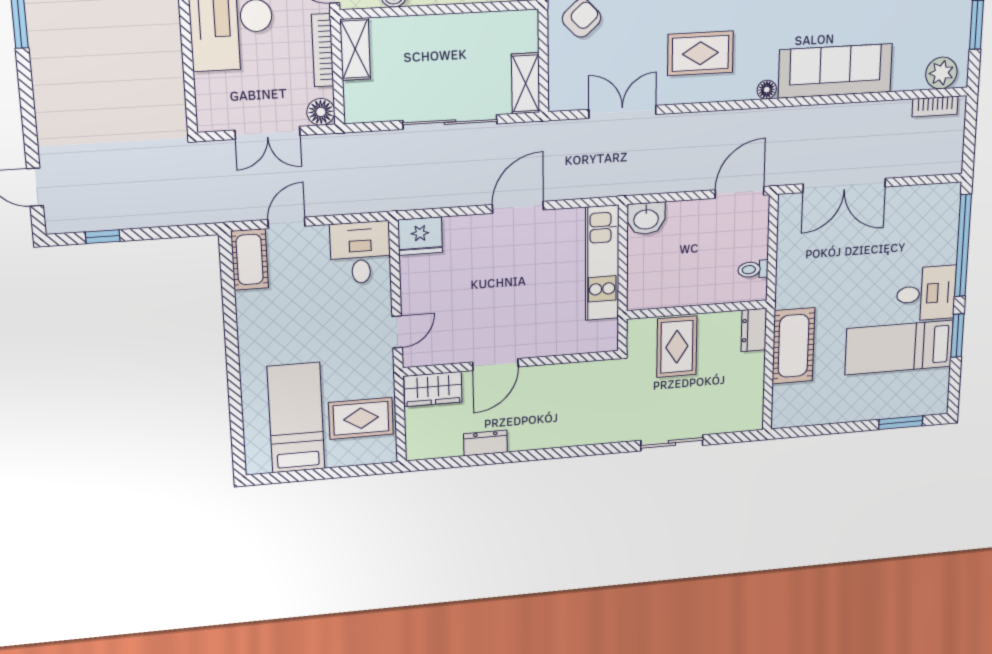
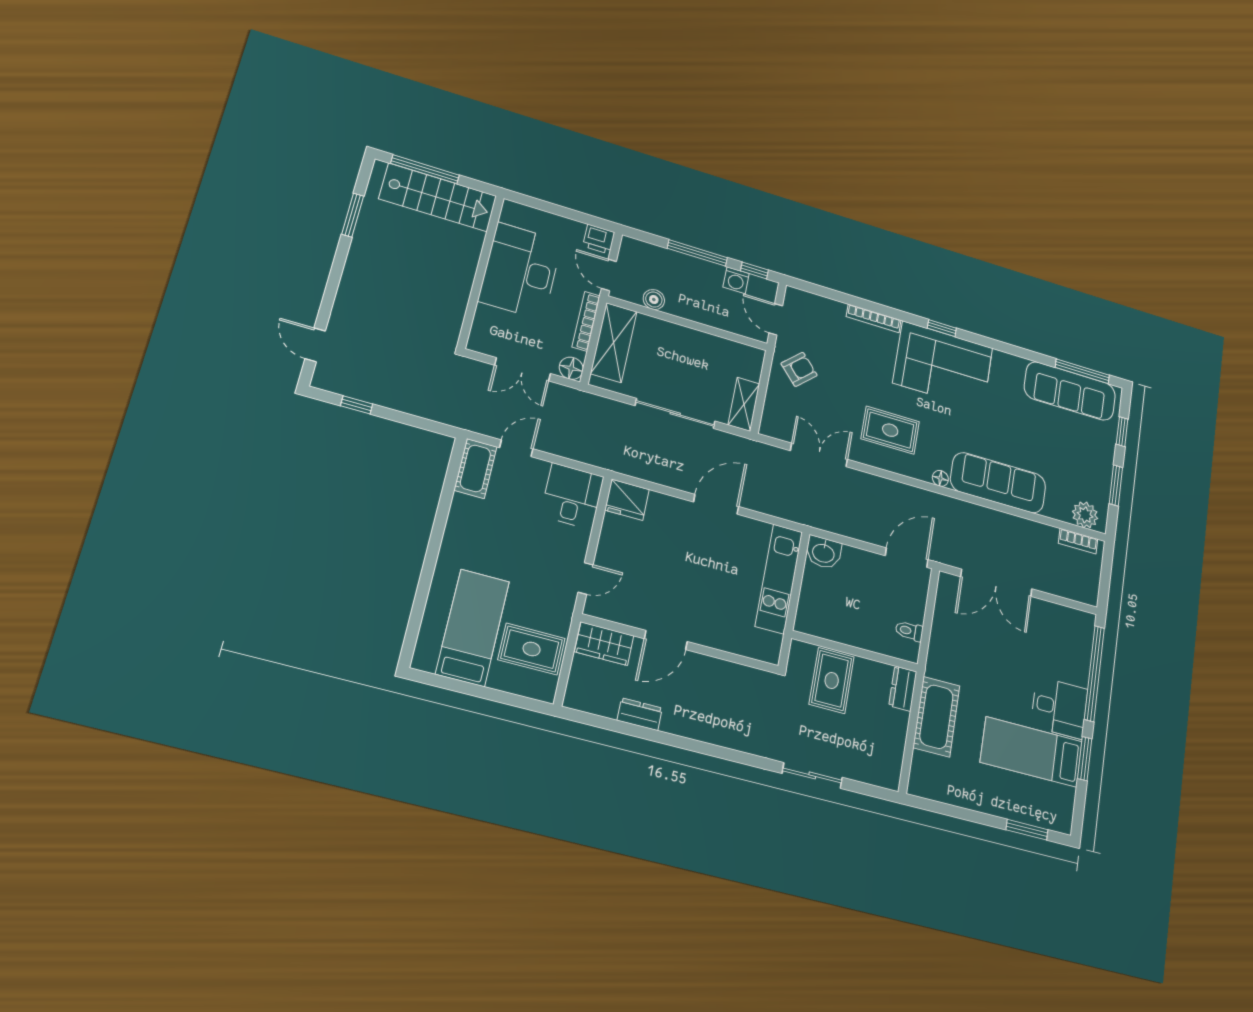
shelving: (355, 49) -> (614, 343), width x1.50, depth x1.33

